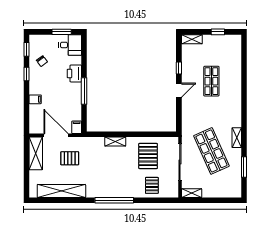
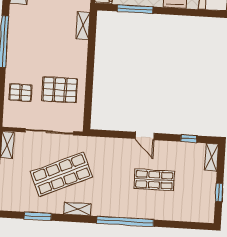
window: (179, 68) -> (189, 139), moved
window: (84, 91) -> (135, 9), moved
window: (244, 101) -> (125, 221), added
shelving: (115, 141) -> (83, 26), moved

